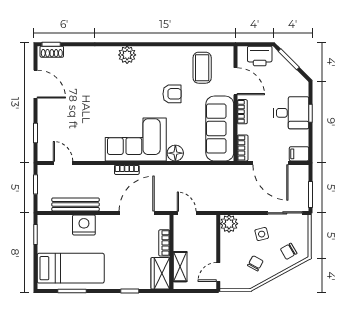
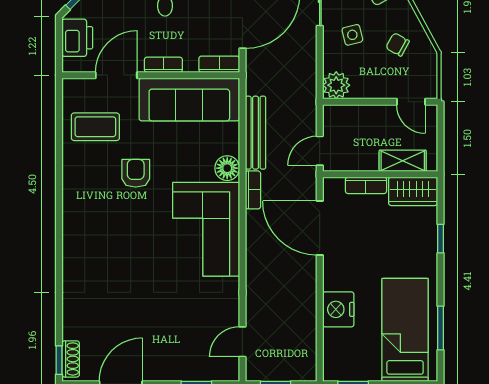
plant: (127, 55) -> (75, 243), removed
bookcase: (127, 170) -> (253, 190), moved
bench: (76, 204) -> (256, 133), moved

